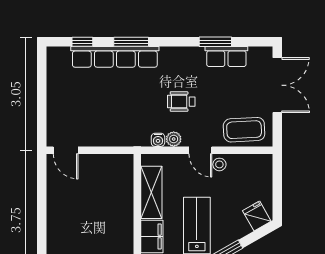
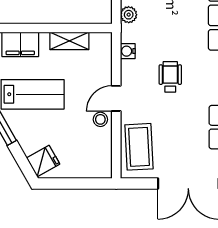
plant: (174, 139) -> (129, 15), moved
shelving: (151, 192) -> (69, 41), width x0.67, depth x0.75

